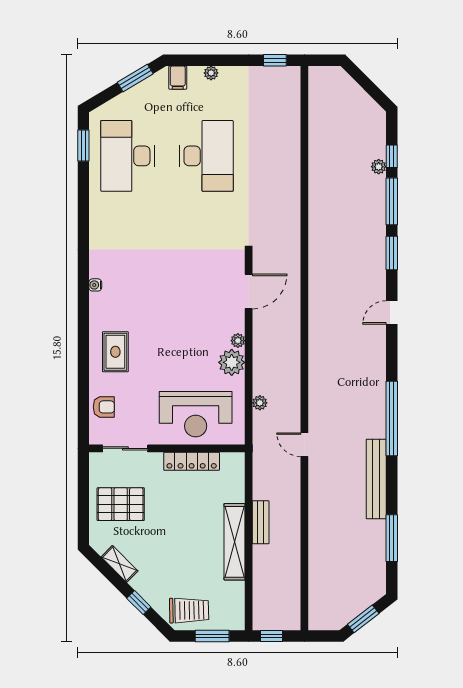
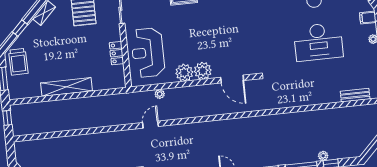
plant: (238, 341) -> (203, 71), width x1.87, depth x1.87
door: (304, 445) -> (151, 125), moved
locker: (192, 461) -> (117, 53), width x0.66
bench: (261, 522) -> (355, 95), moved

